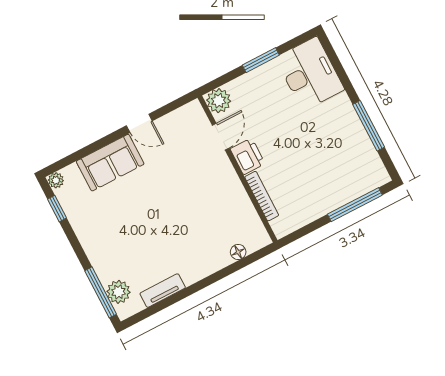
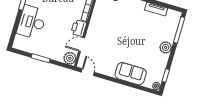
desk: (310, 74) -> (32, 22), moved
door: (139, 123) -> (88, 72), moved
plant: (118, 292) -> (166, 47), moved

